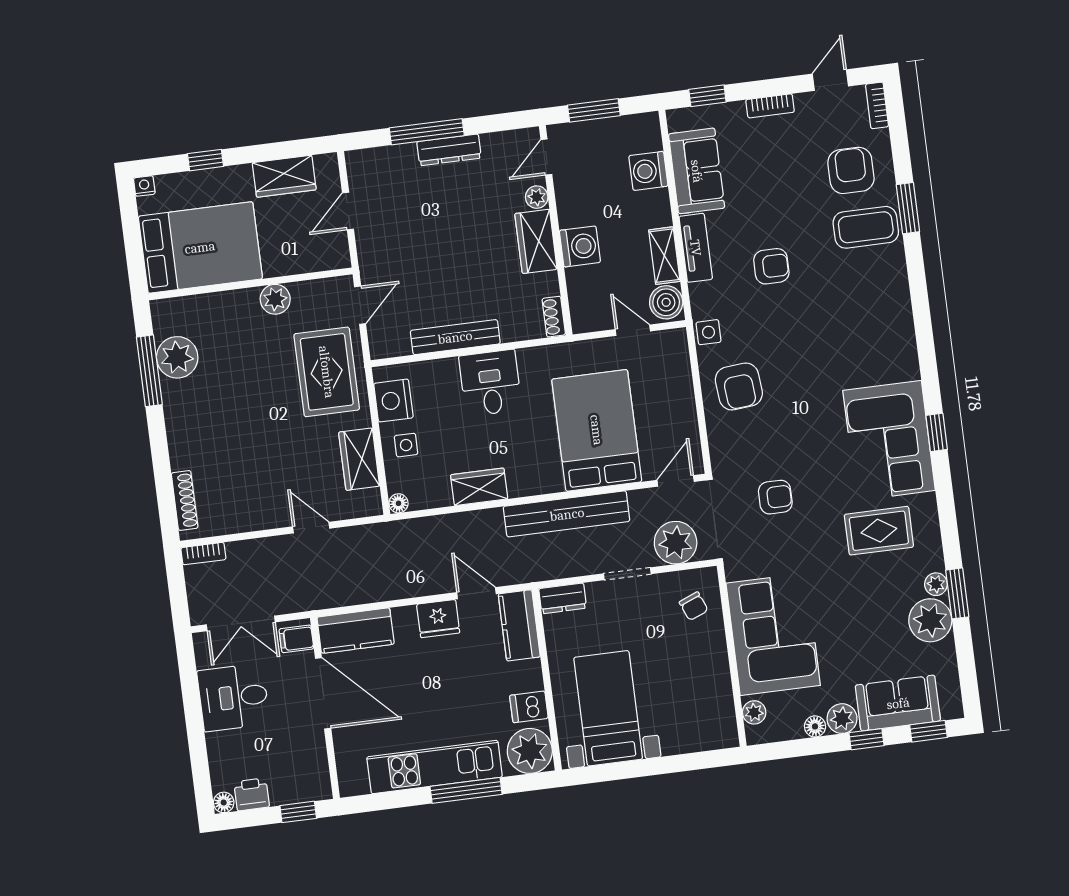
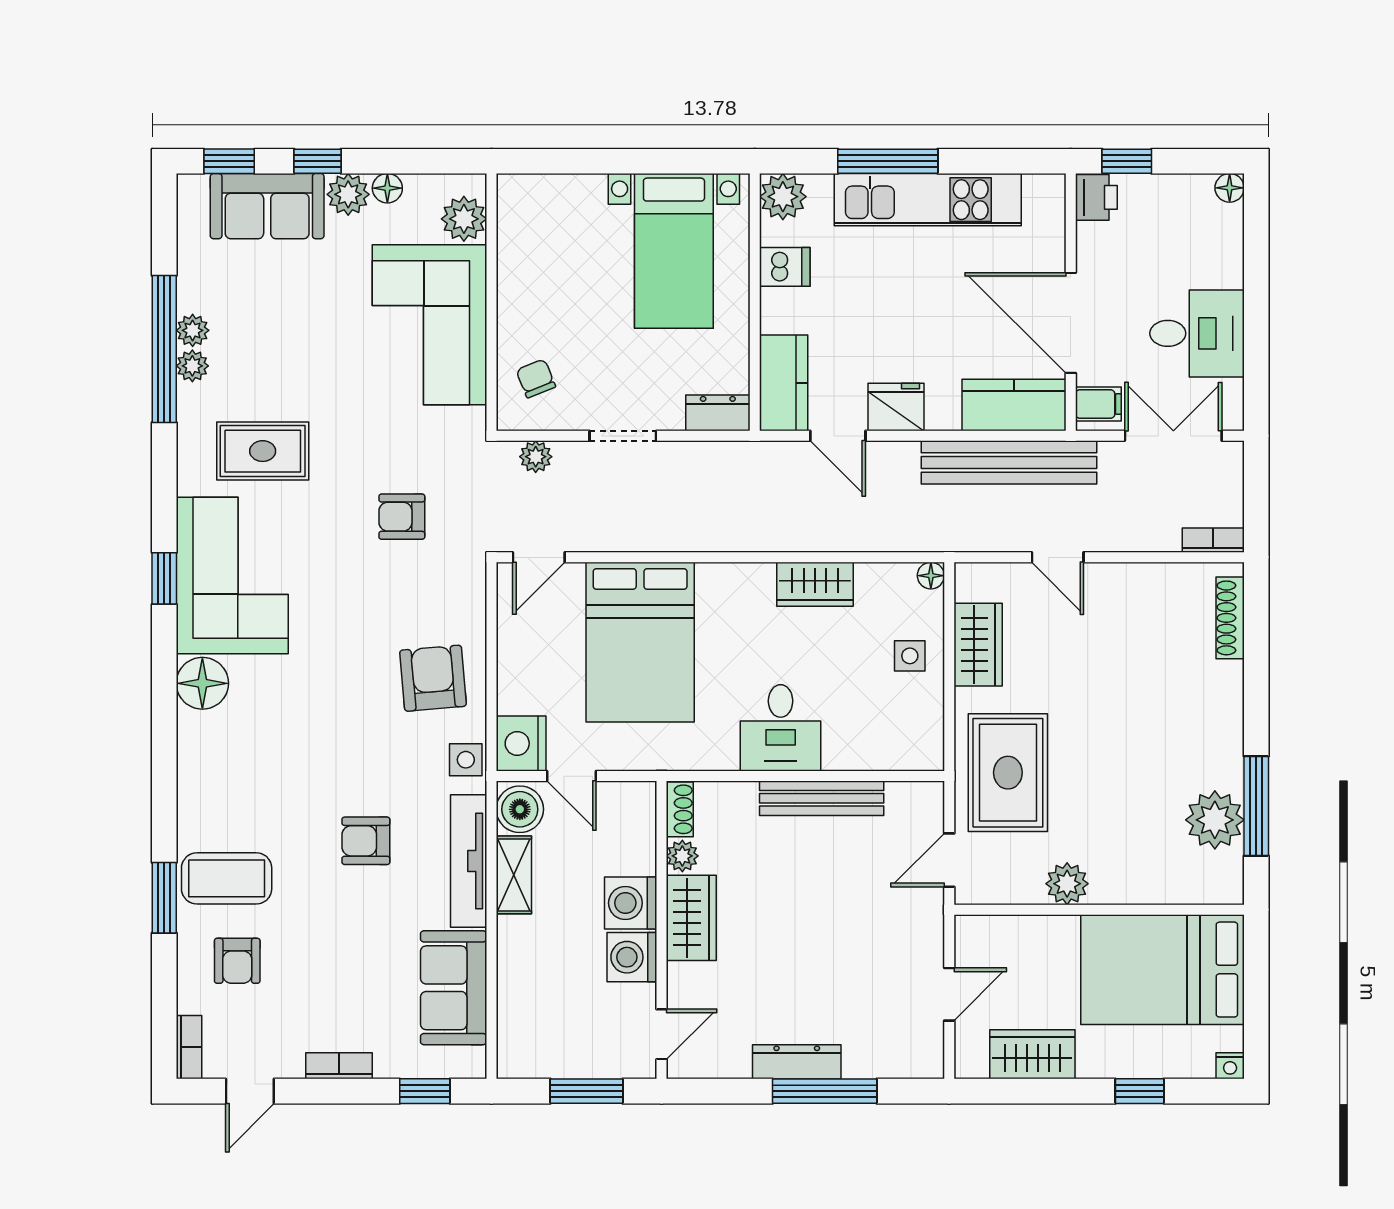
armchair: (851, 170) -> (237, 961), width x0.72, depth x0.72
washing machine: (648, 171) -> (632, 957), moved, turned 180
plant: (537, 197) -> (682, 856), moved
tv unit: (696, 248) -> (469, 861), width x1.41
floor lamp: (900, 362) -> (202, 683), added
nightstand: (393, 401) -> (521, 743), moved, turned 180
bench: (567, 514) -> (1009, 462), moved
plant: (676, 543) -> (536, 457), width x0.53, depth x0.53
window: (957, 593) -> (164, 349), width x2.11
plant: (930, 620) -> (193, 330), width x0.53, depth x0.53
plant: (754, 712) -> (464, 219), width x1.38, depth x1.38
plant: (530, 751) -> (783, 197), width x0.73, depth x0.73
printer: (252, 794) -> (1096, 197), moved, turned -90

